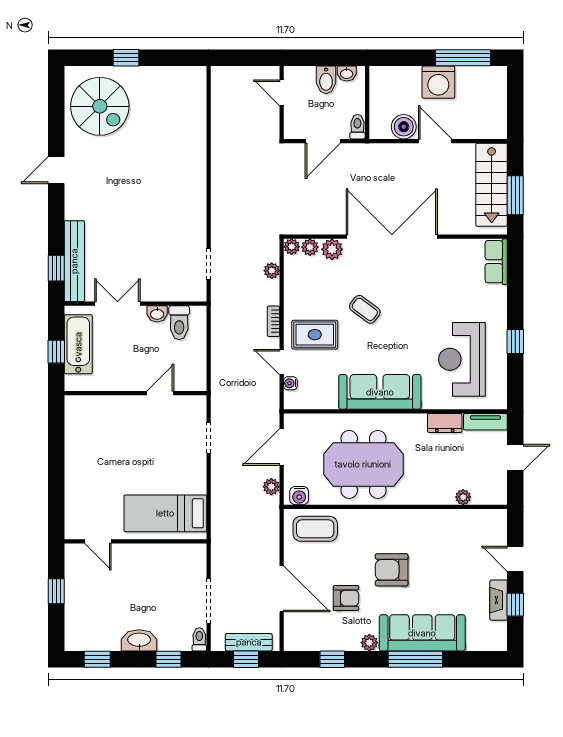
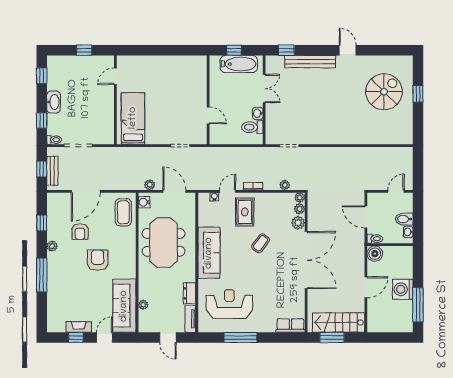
spiral stairs: (100, 106) -> (384, 92), moved, turned 180
boiler: (404, 127) -> (375, 254), moved
bench: (74, 261) -> (310, 62), moved
window: (515, 341) -> (241, 337), width x2.17
sofa: (422, 633) -> (124, 306), moved, turned 180

